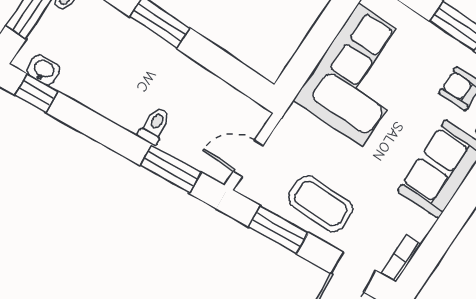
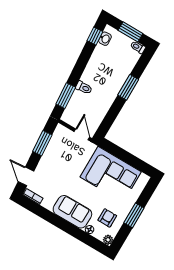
door: (248, 158) -> (82, 134), moved
coffee table: (321, 204) -> (55, 161), removed

